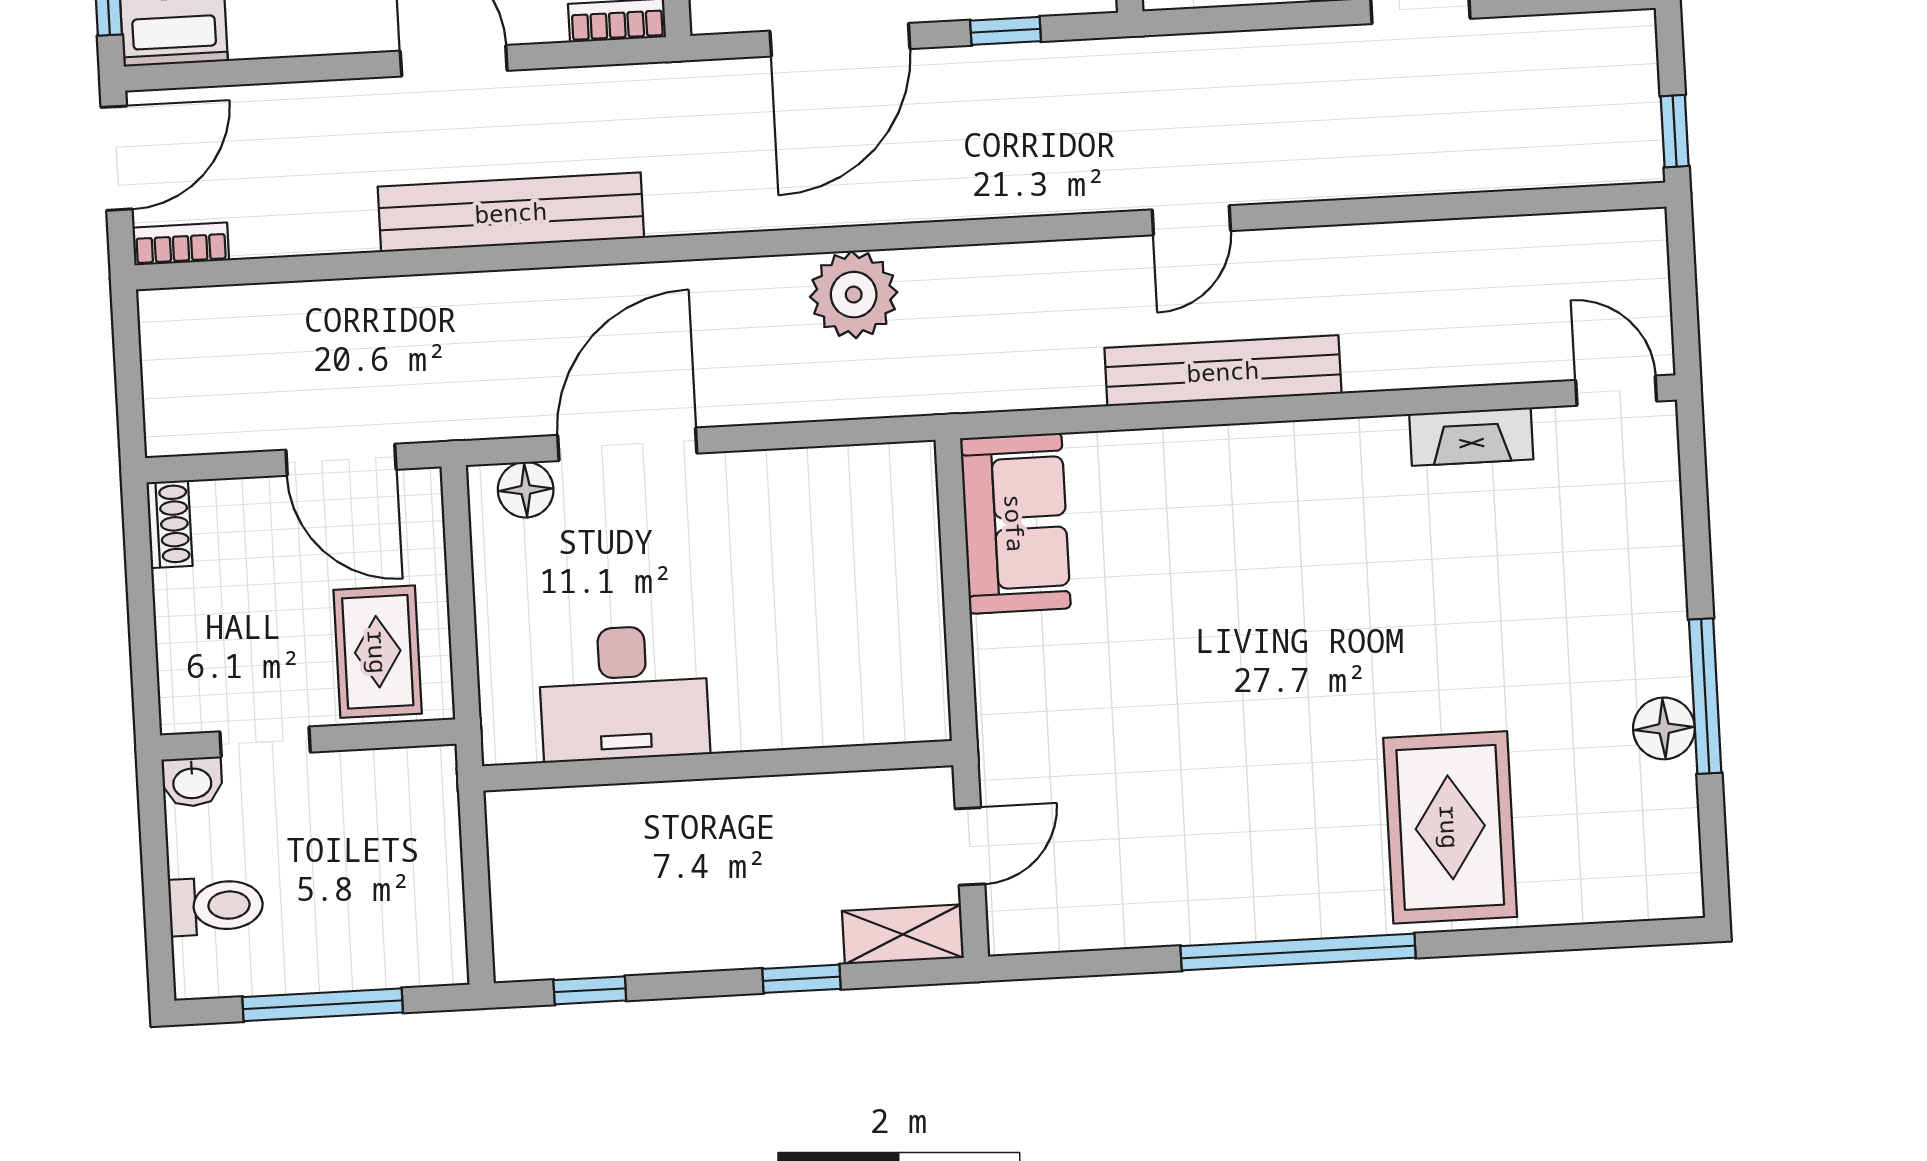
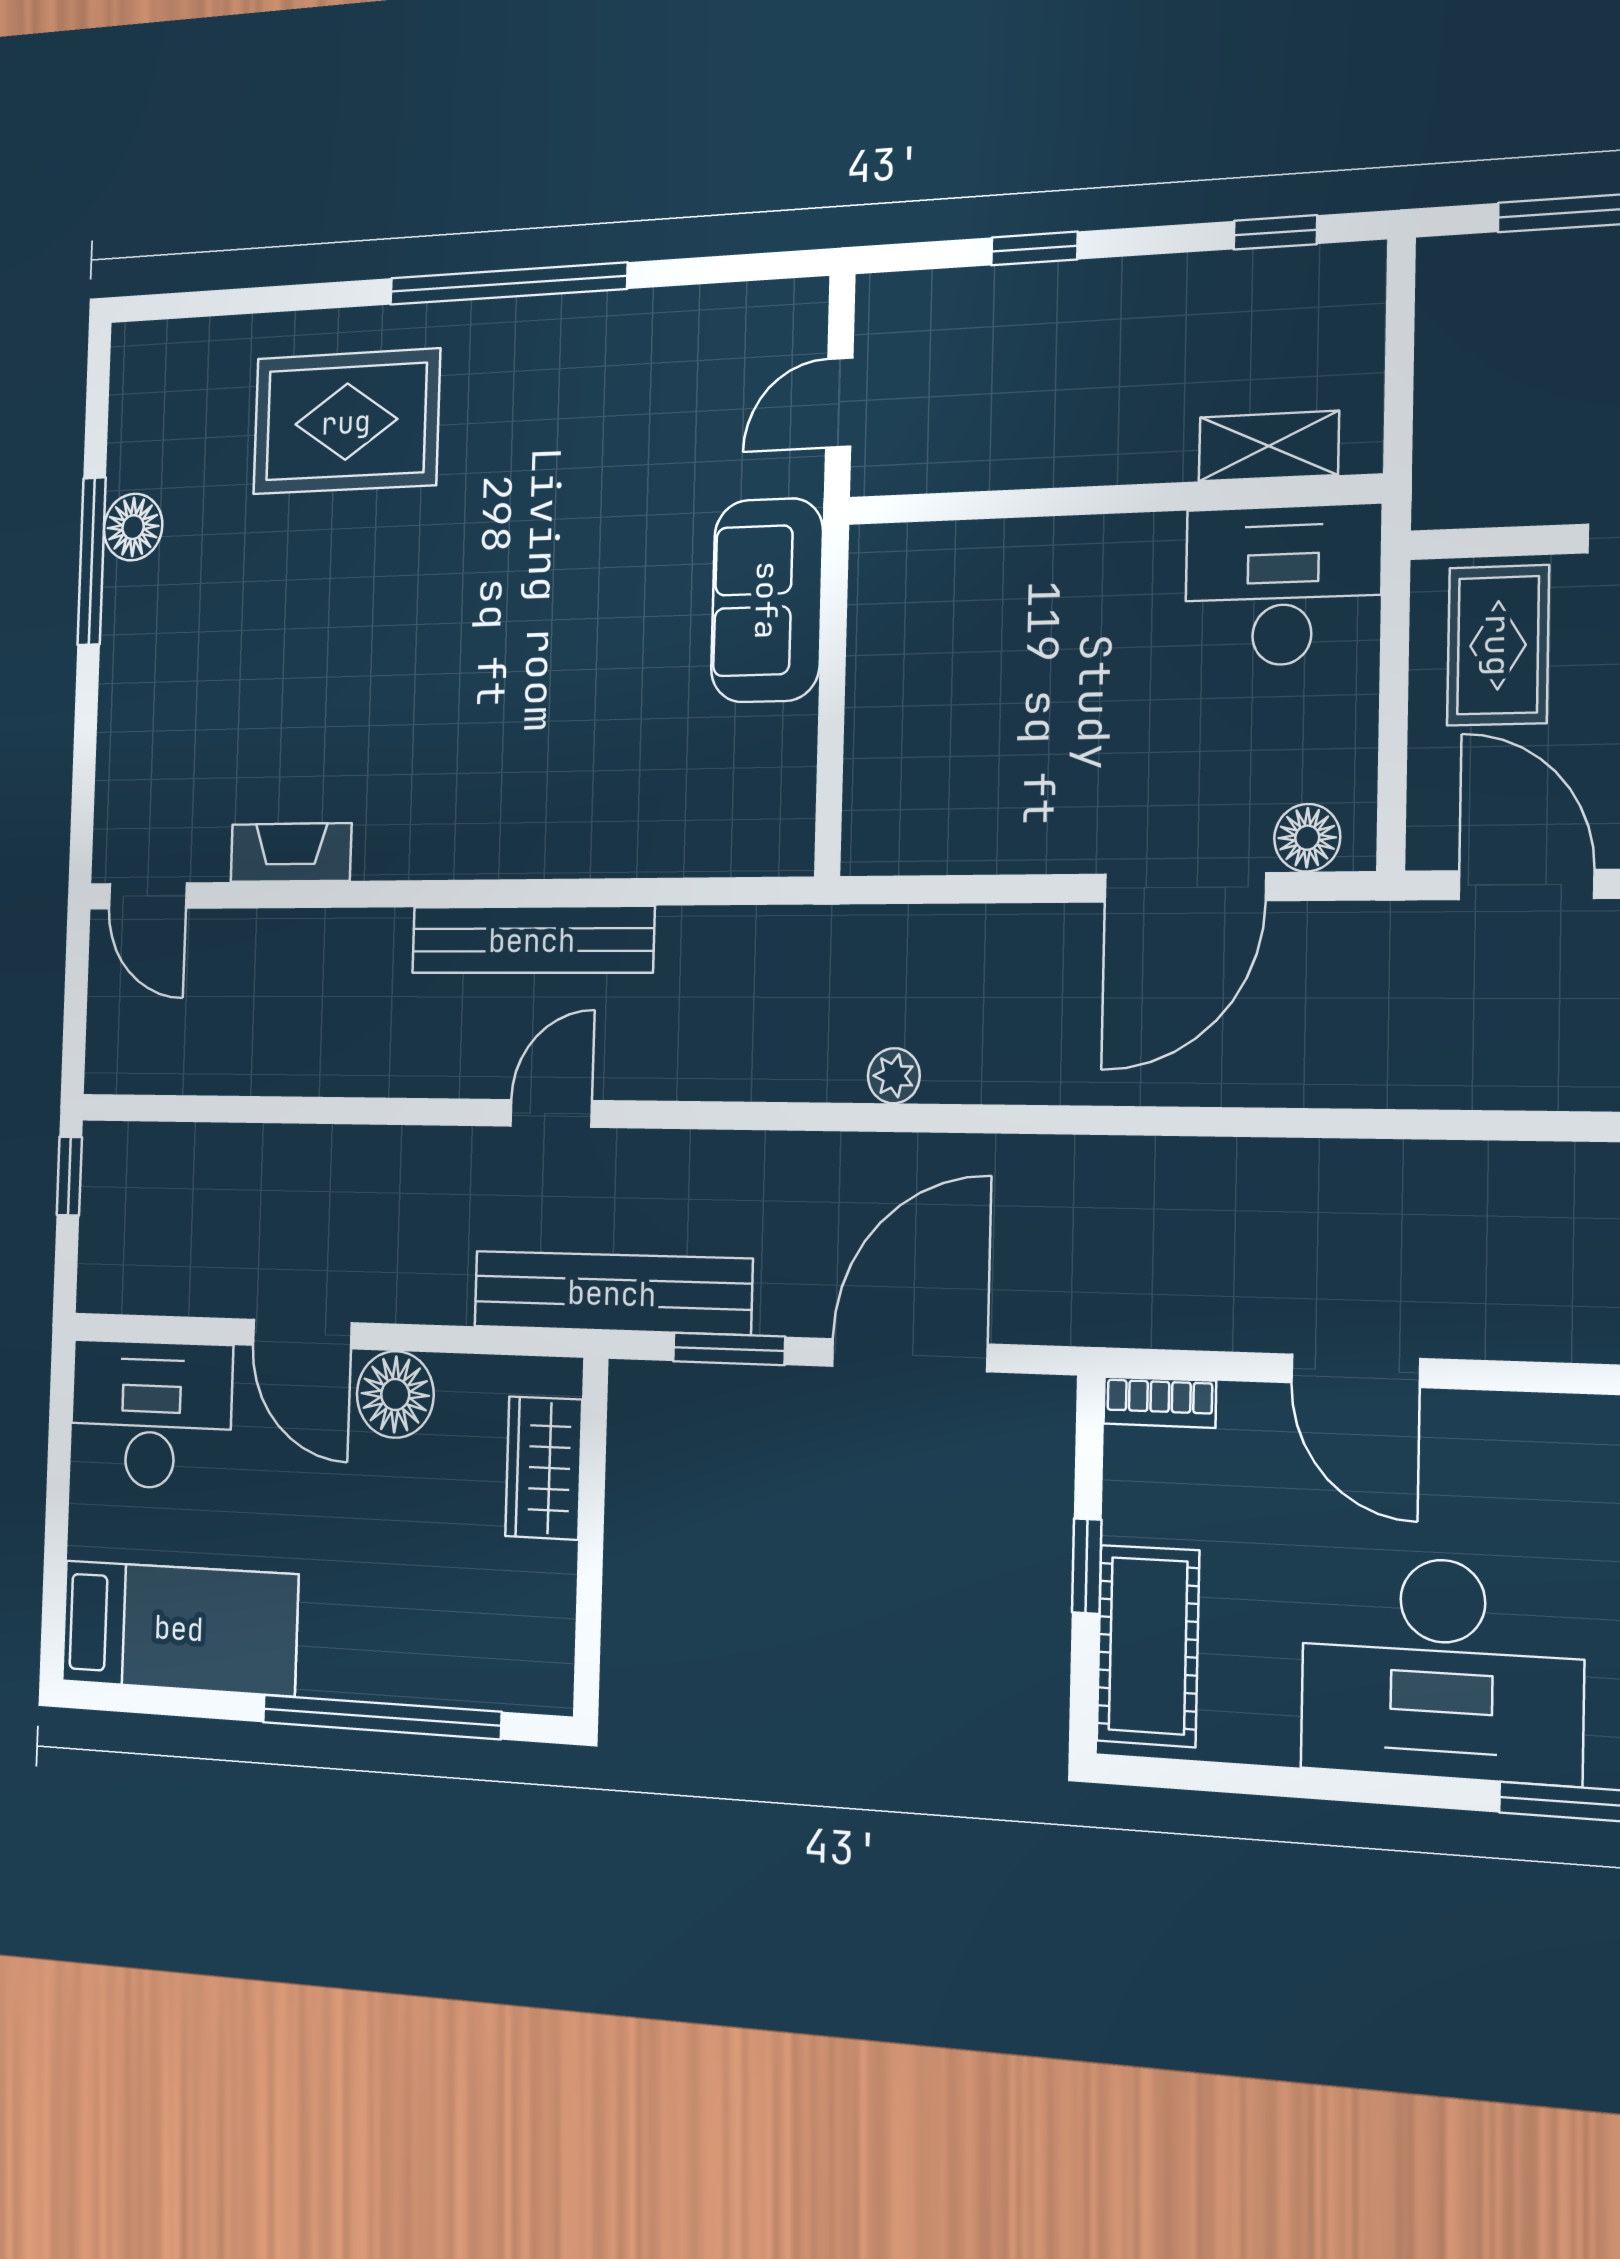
window: (1006, 31) -> (729, 1349), width x1.50
bench: (511, 212) -> (612, 1293), moved
plant: (854, 295) -> (894, 1076), width x0.53, depth x0.53
sofa: (1015, 523) -> (767, 600), moved
desk: (624, 693) -> (1283, 586), moved
rug: (1450, 827) -> (346, 422), turned 90
shelving: (903, 934) -> (1269, 446), moved

